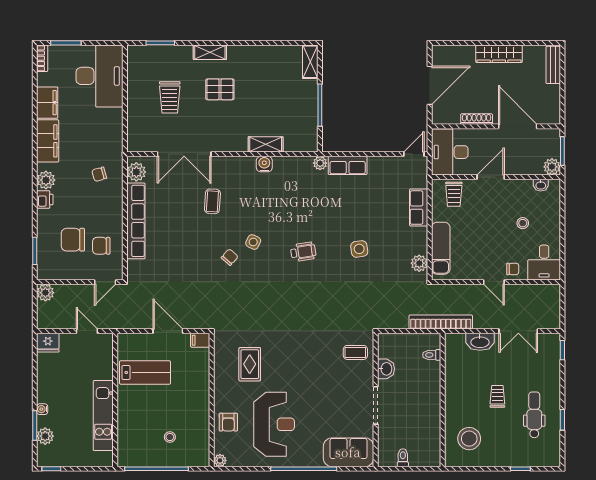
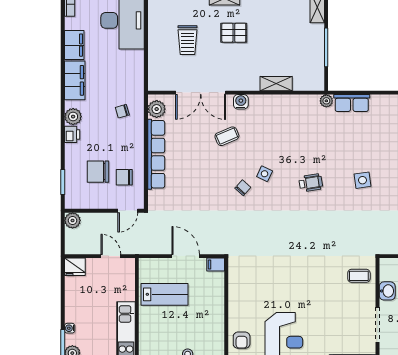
water cooler: (264, 164) -> (241, 102), moved
coffee table: (212, 201) -> (227, 136), turned 63
rug: (250, 364) -> (261, 287), removed

